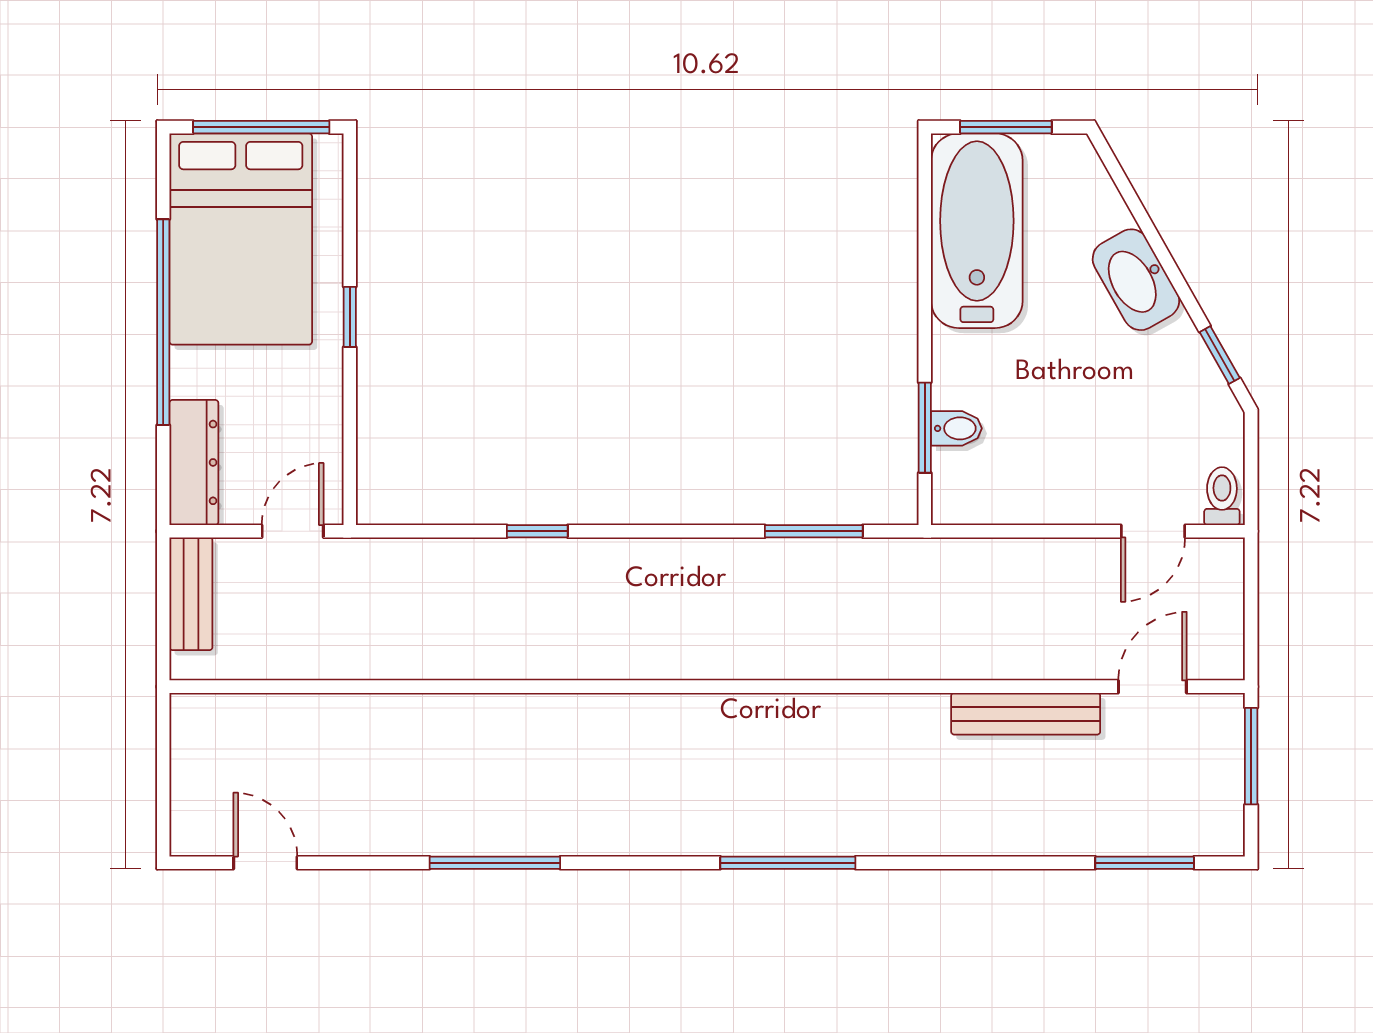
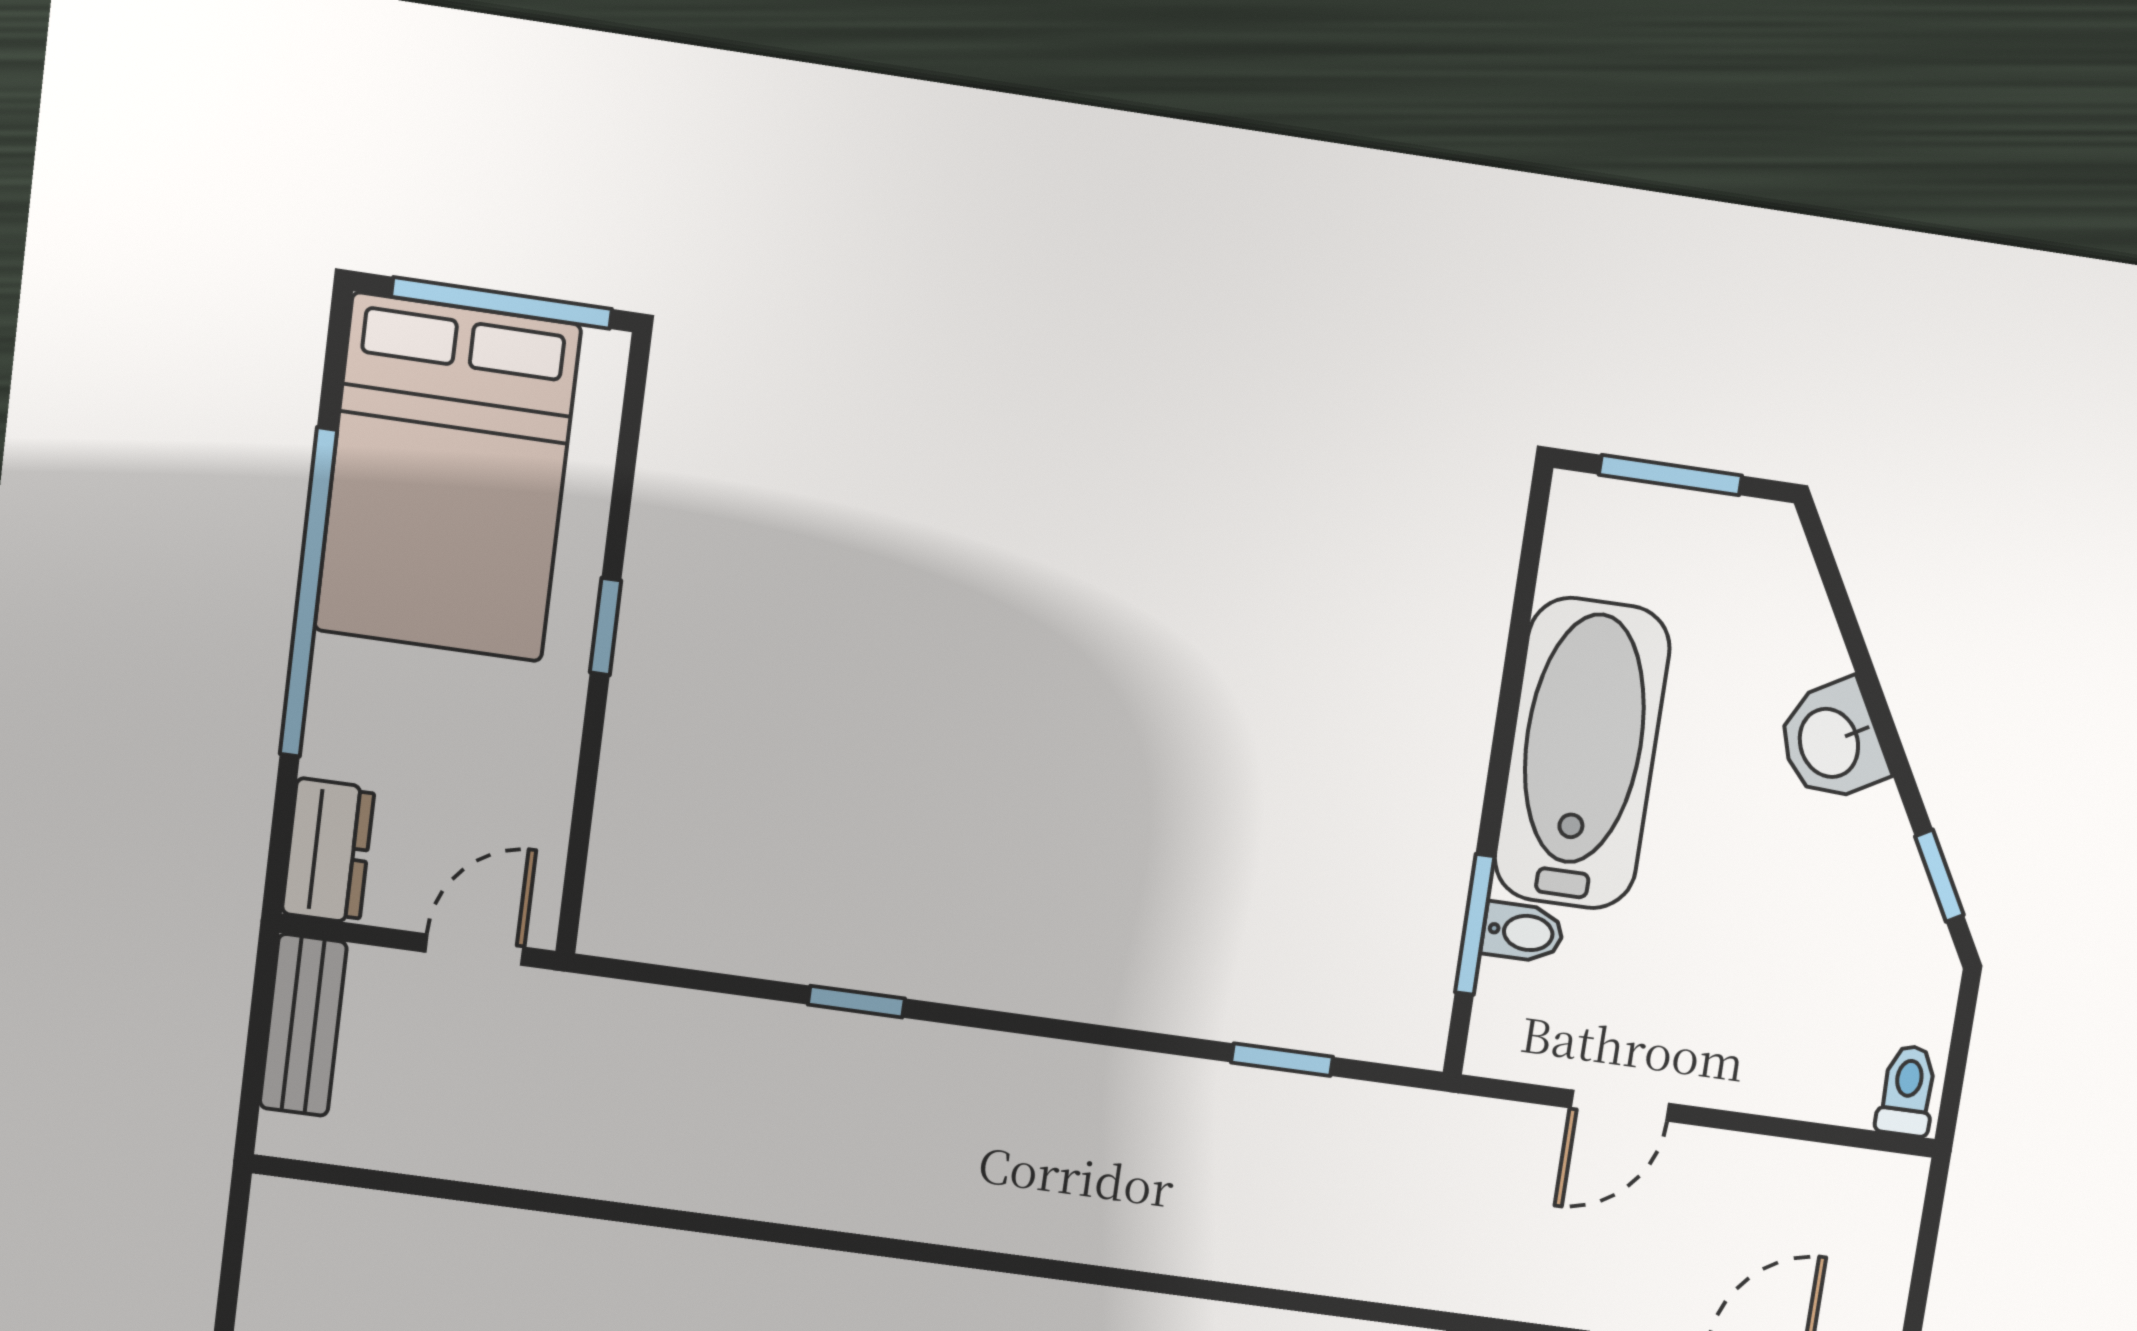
bathtub: (977, 231) -> (1582, 754), moved
washbasin: (1136, 280) -> (1832, 742), width x0.72
dresser: (194, 462) -> (328, 851), width x0.70
window: (814, 531) -> (1282, 1060), width x0.67
door: (1153, 531) -> (1620, 1106), moved

